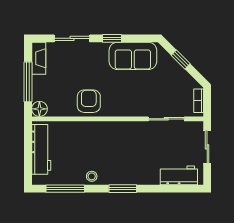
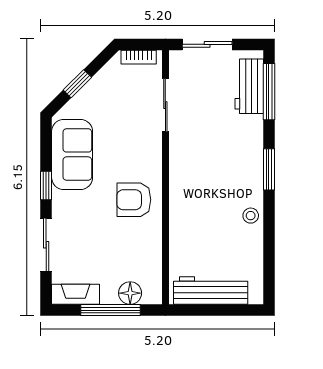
armchair: (89, 101) -> (134, 200), moved
floor lamp: (39, 109) -> (130, 293), moved
window: (65, 189) -> (269, 92), moved

